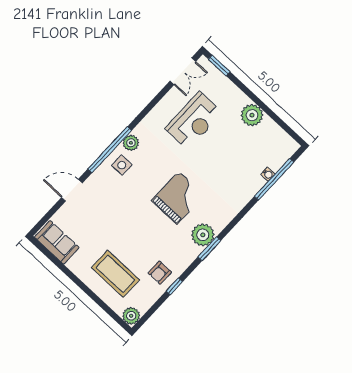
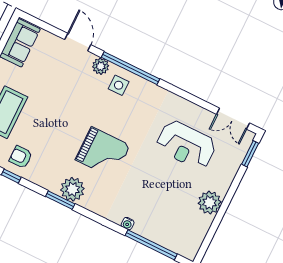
plant: (131, 143) -> (101, 66), moved
water cooler: (268, 174) -> (128, 224), moved

